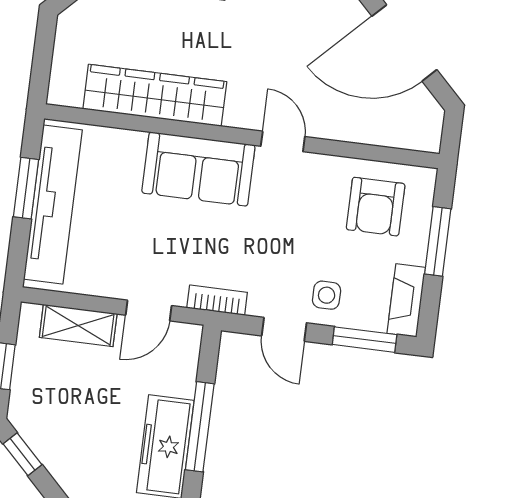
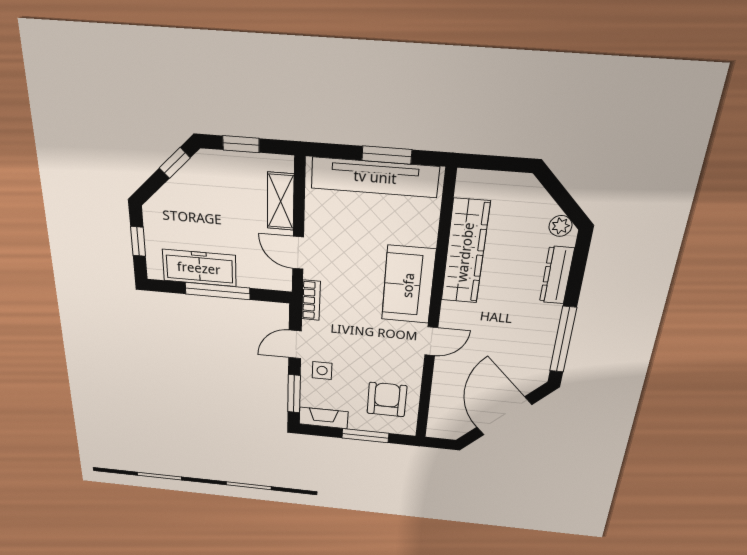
armchair: (376, 207) -> (387, 400), turned 90

